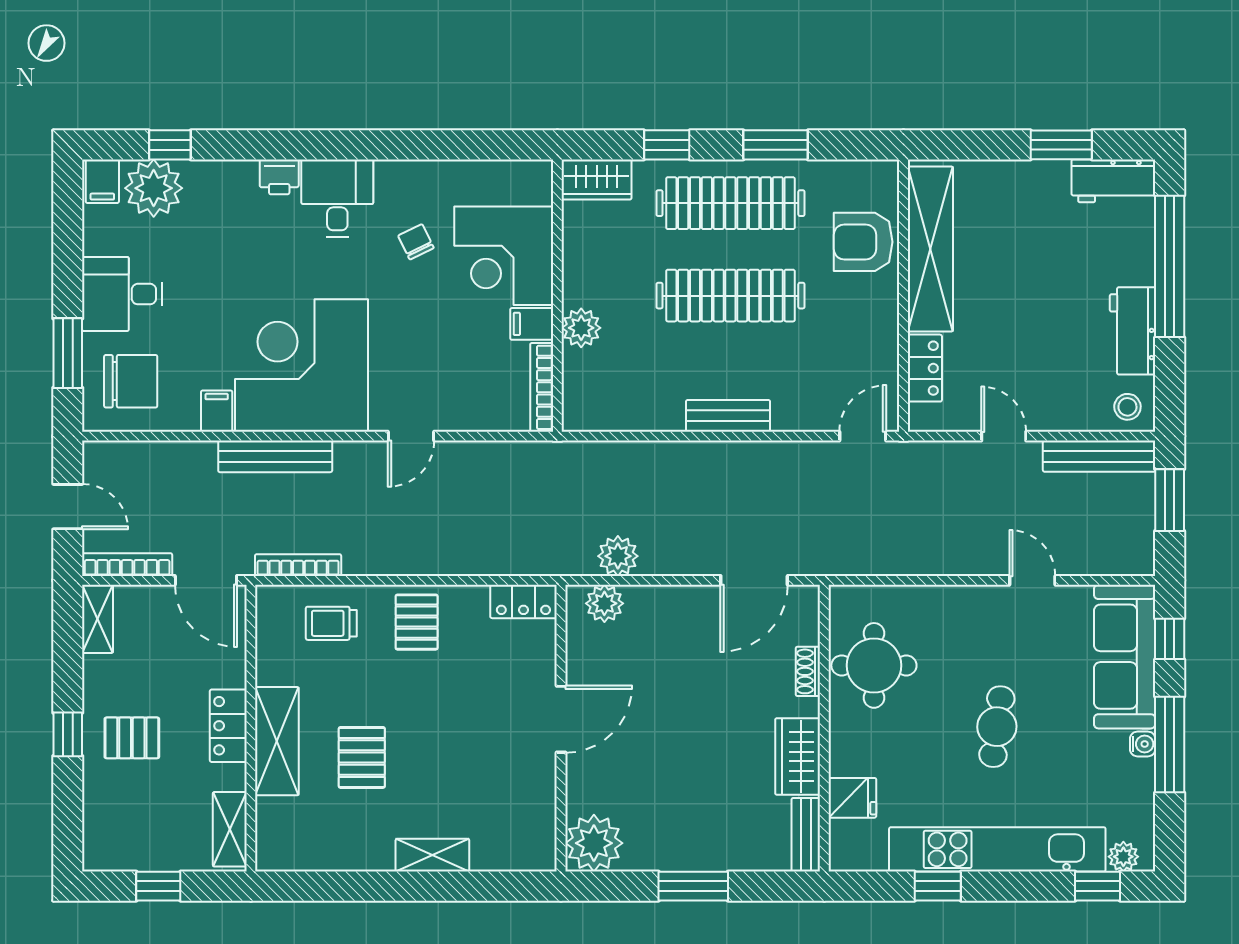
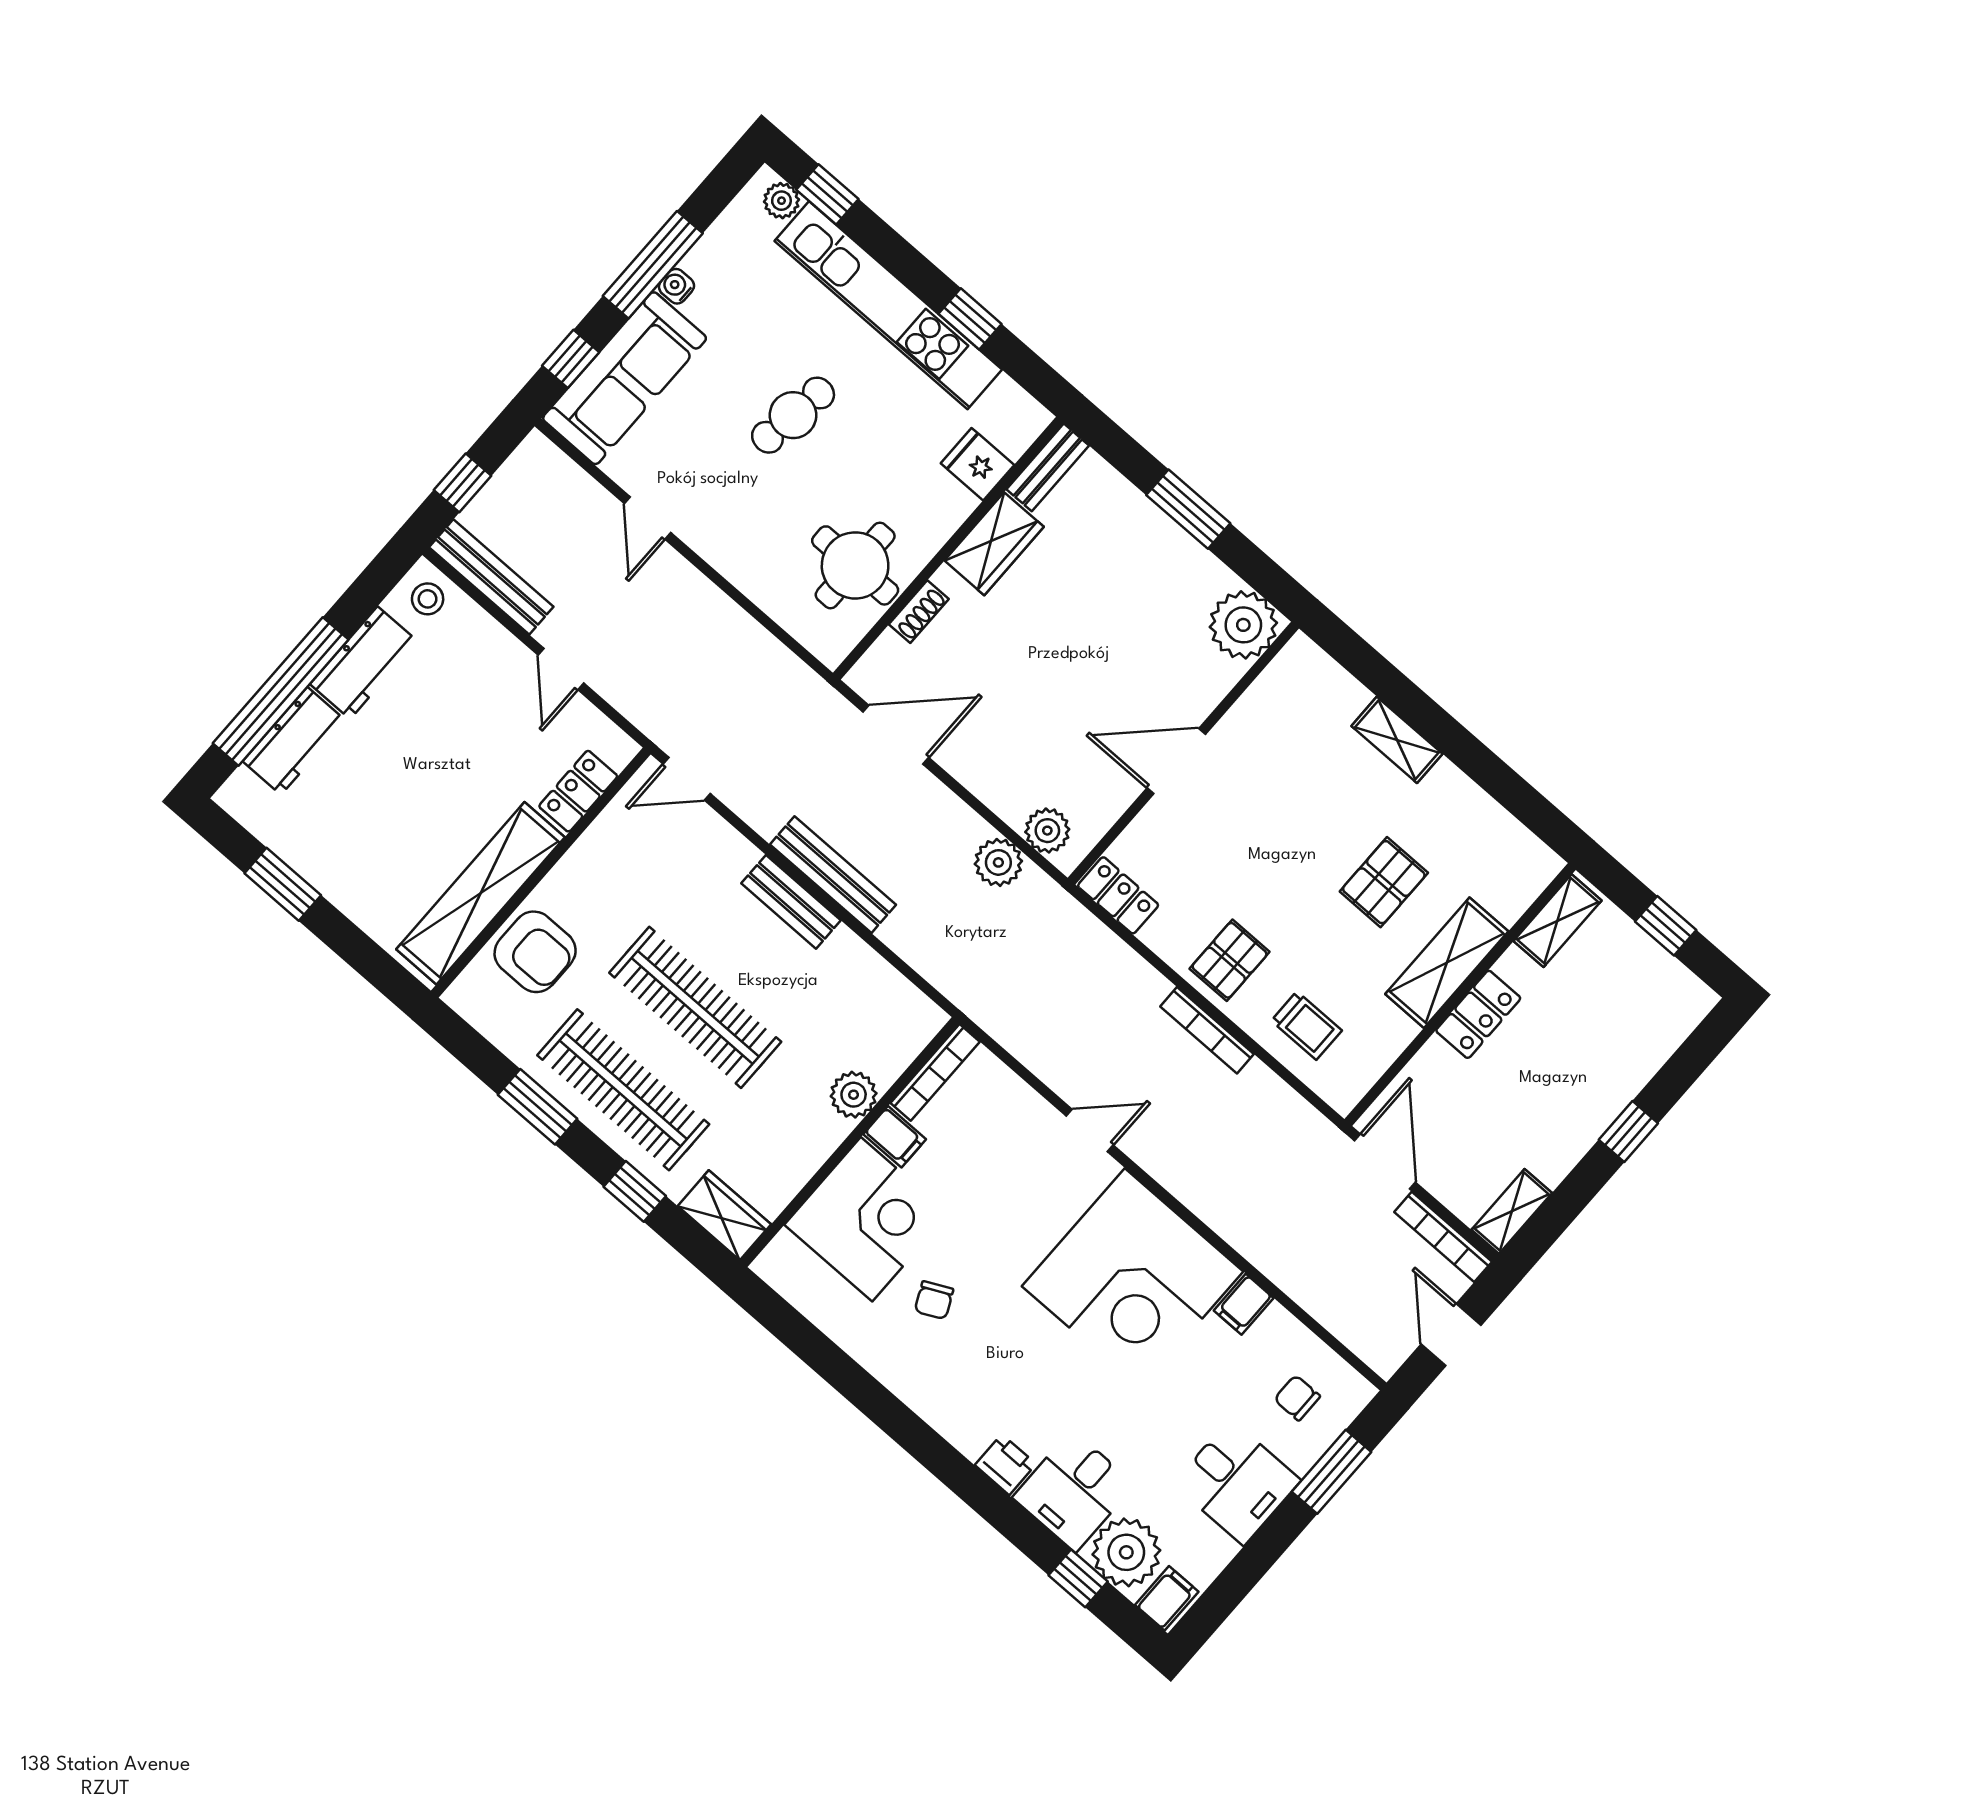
workbench: (1113, 181) -> (294, 741), moved, turned 90
desk: (337, 198) -> (1074, 1491), moved
chair: (131, 381) -> (1297, 1398), width x0.54, depth x0.54
bench: (275, 456) -> (833, 875), moved
window: (1170, 500) -> (463, 483), width x0.67
bookcase: (298, 565) -> (1207, 1030), moved
pallet: (132, 738) -> (1574, 1079), removed

